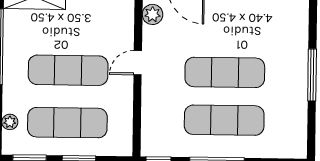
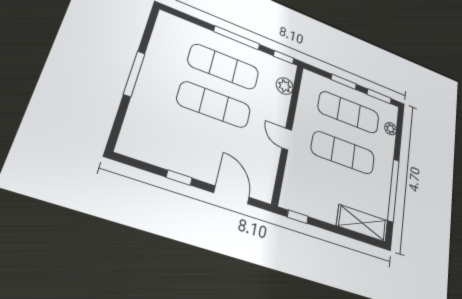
plant: (153, 14) -> (285, 86), moved
door: (138, 63) -> (287, 139), swing flipped

